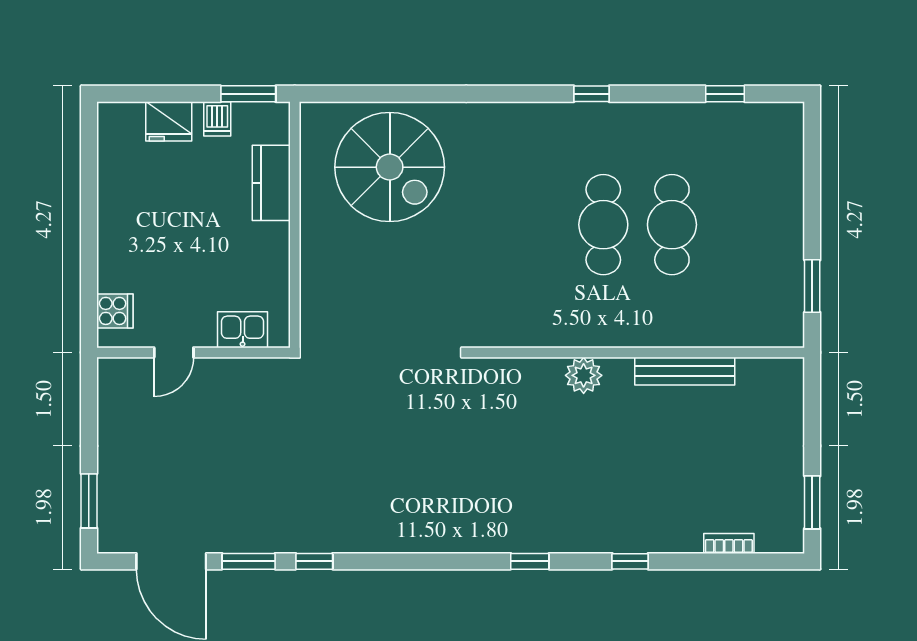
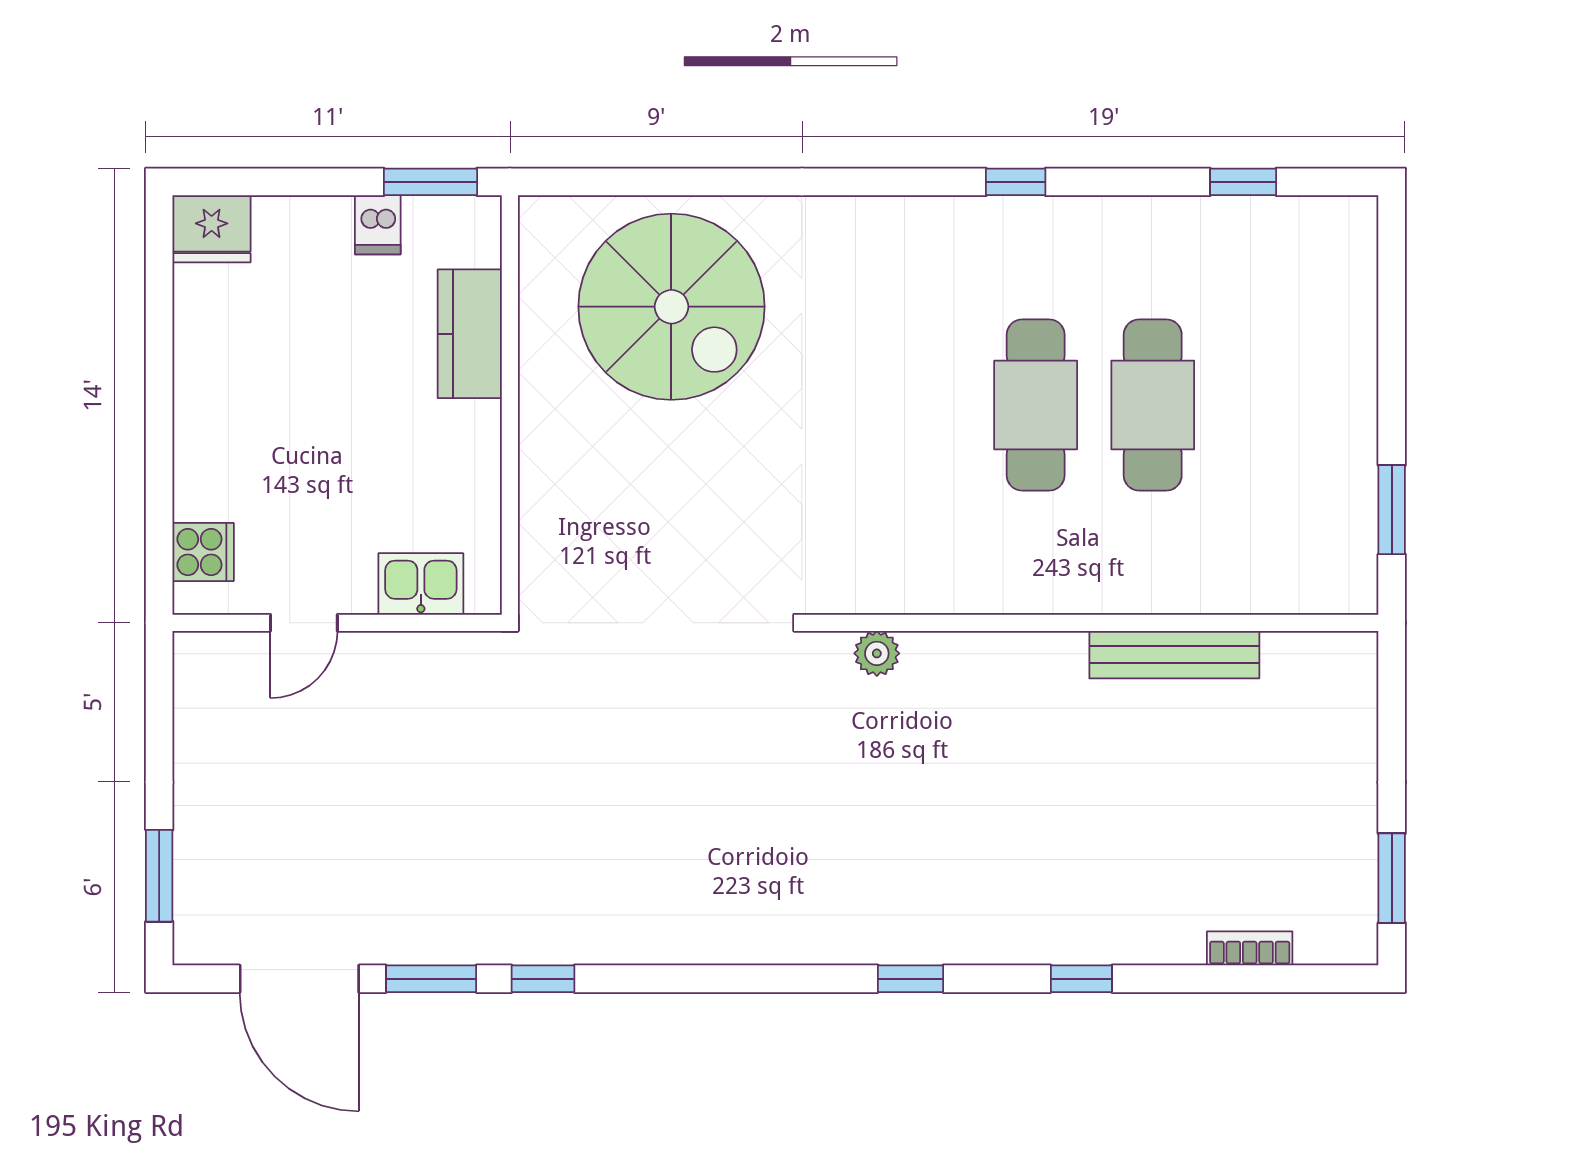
fridge: (169, 121) -> (212, 229), moved
plant: (584, 375) -> (877, 653), moved, width x0.73, depth x0.73

